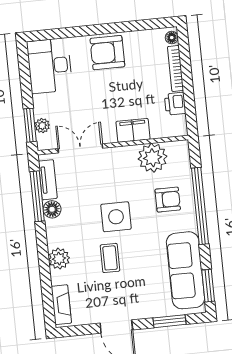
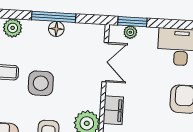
tv unit: (48, 180) -> (83, 29), removed
window: (37, 196) -> (54, 17), moved

